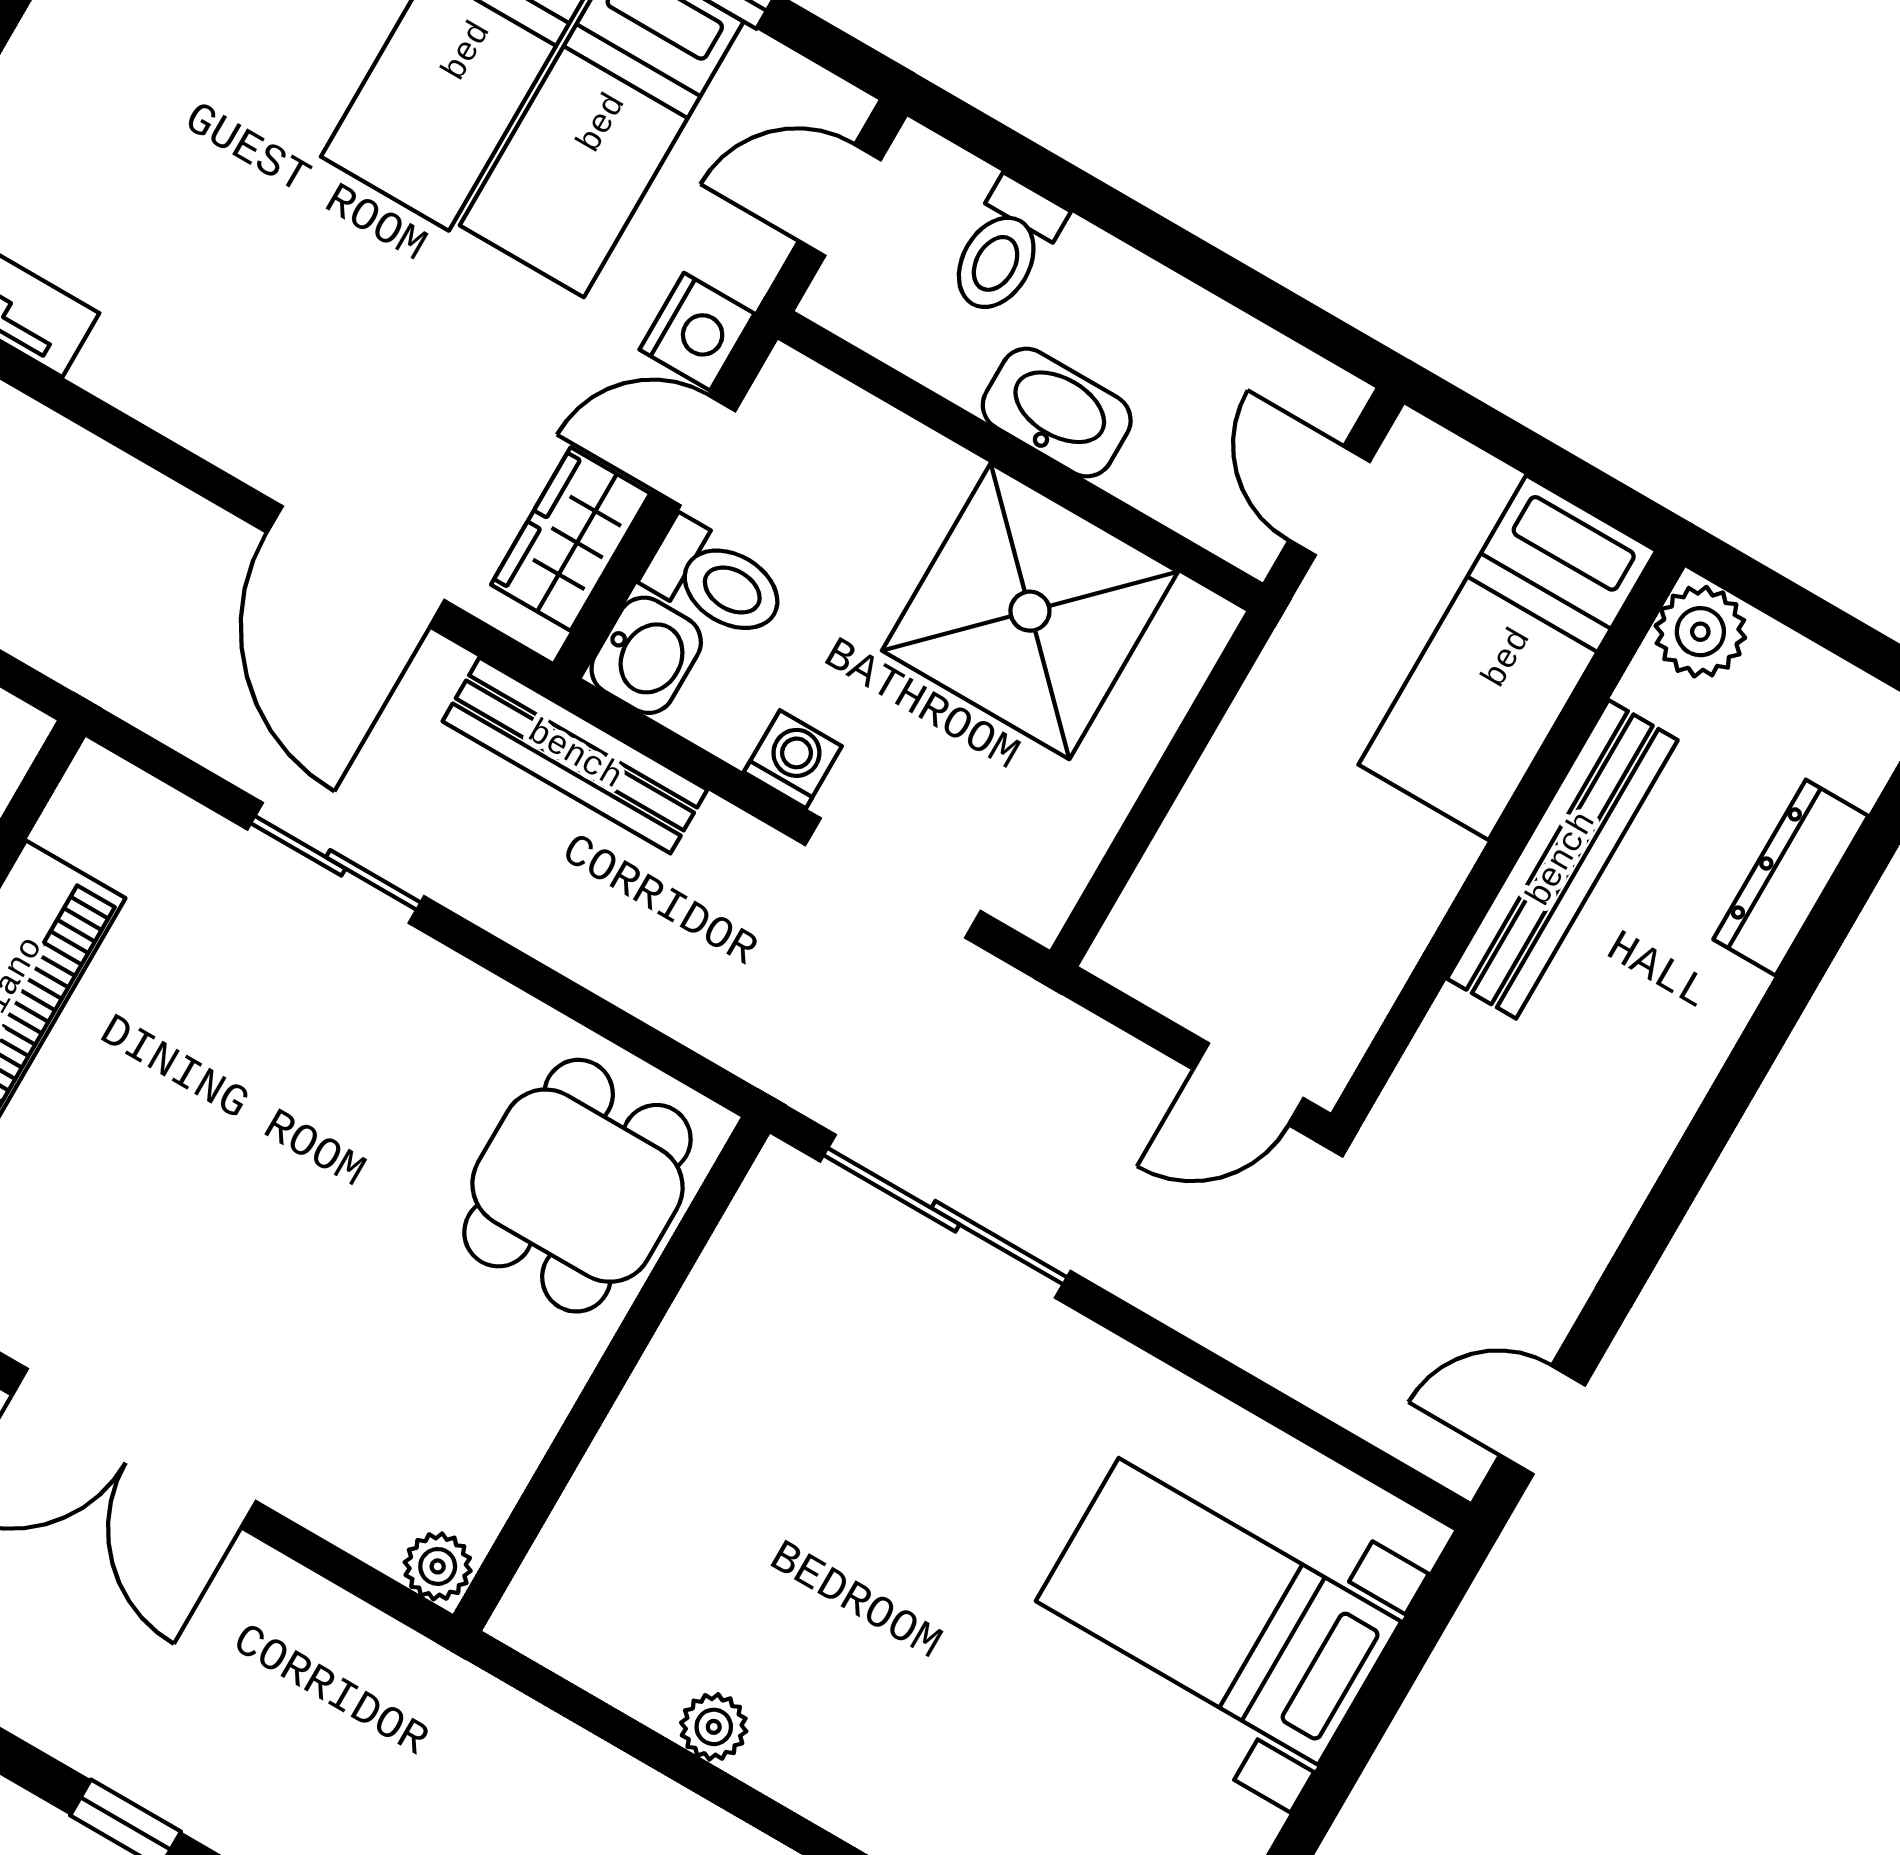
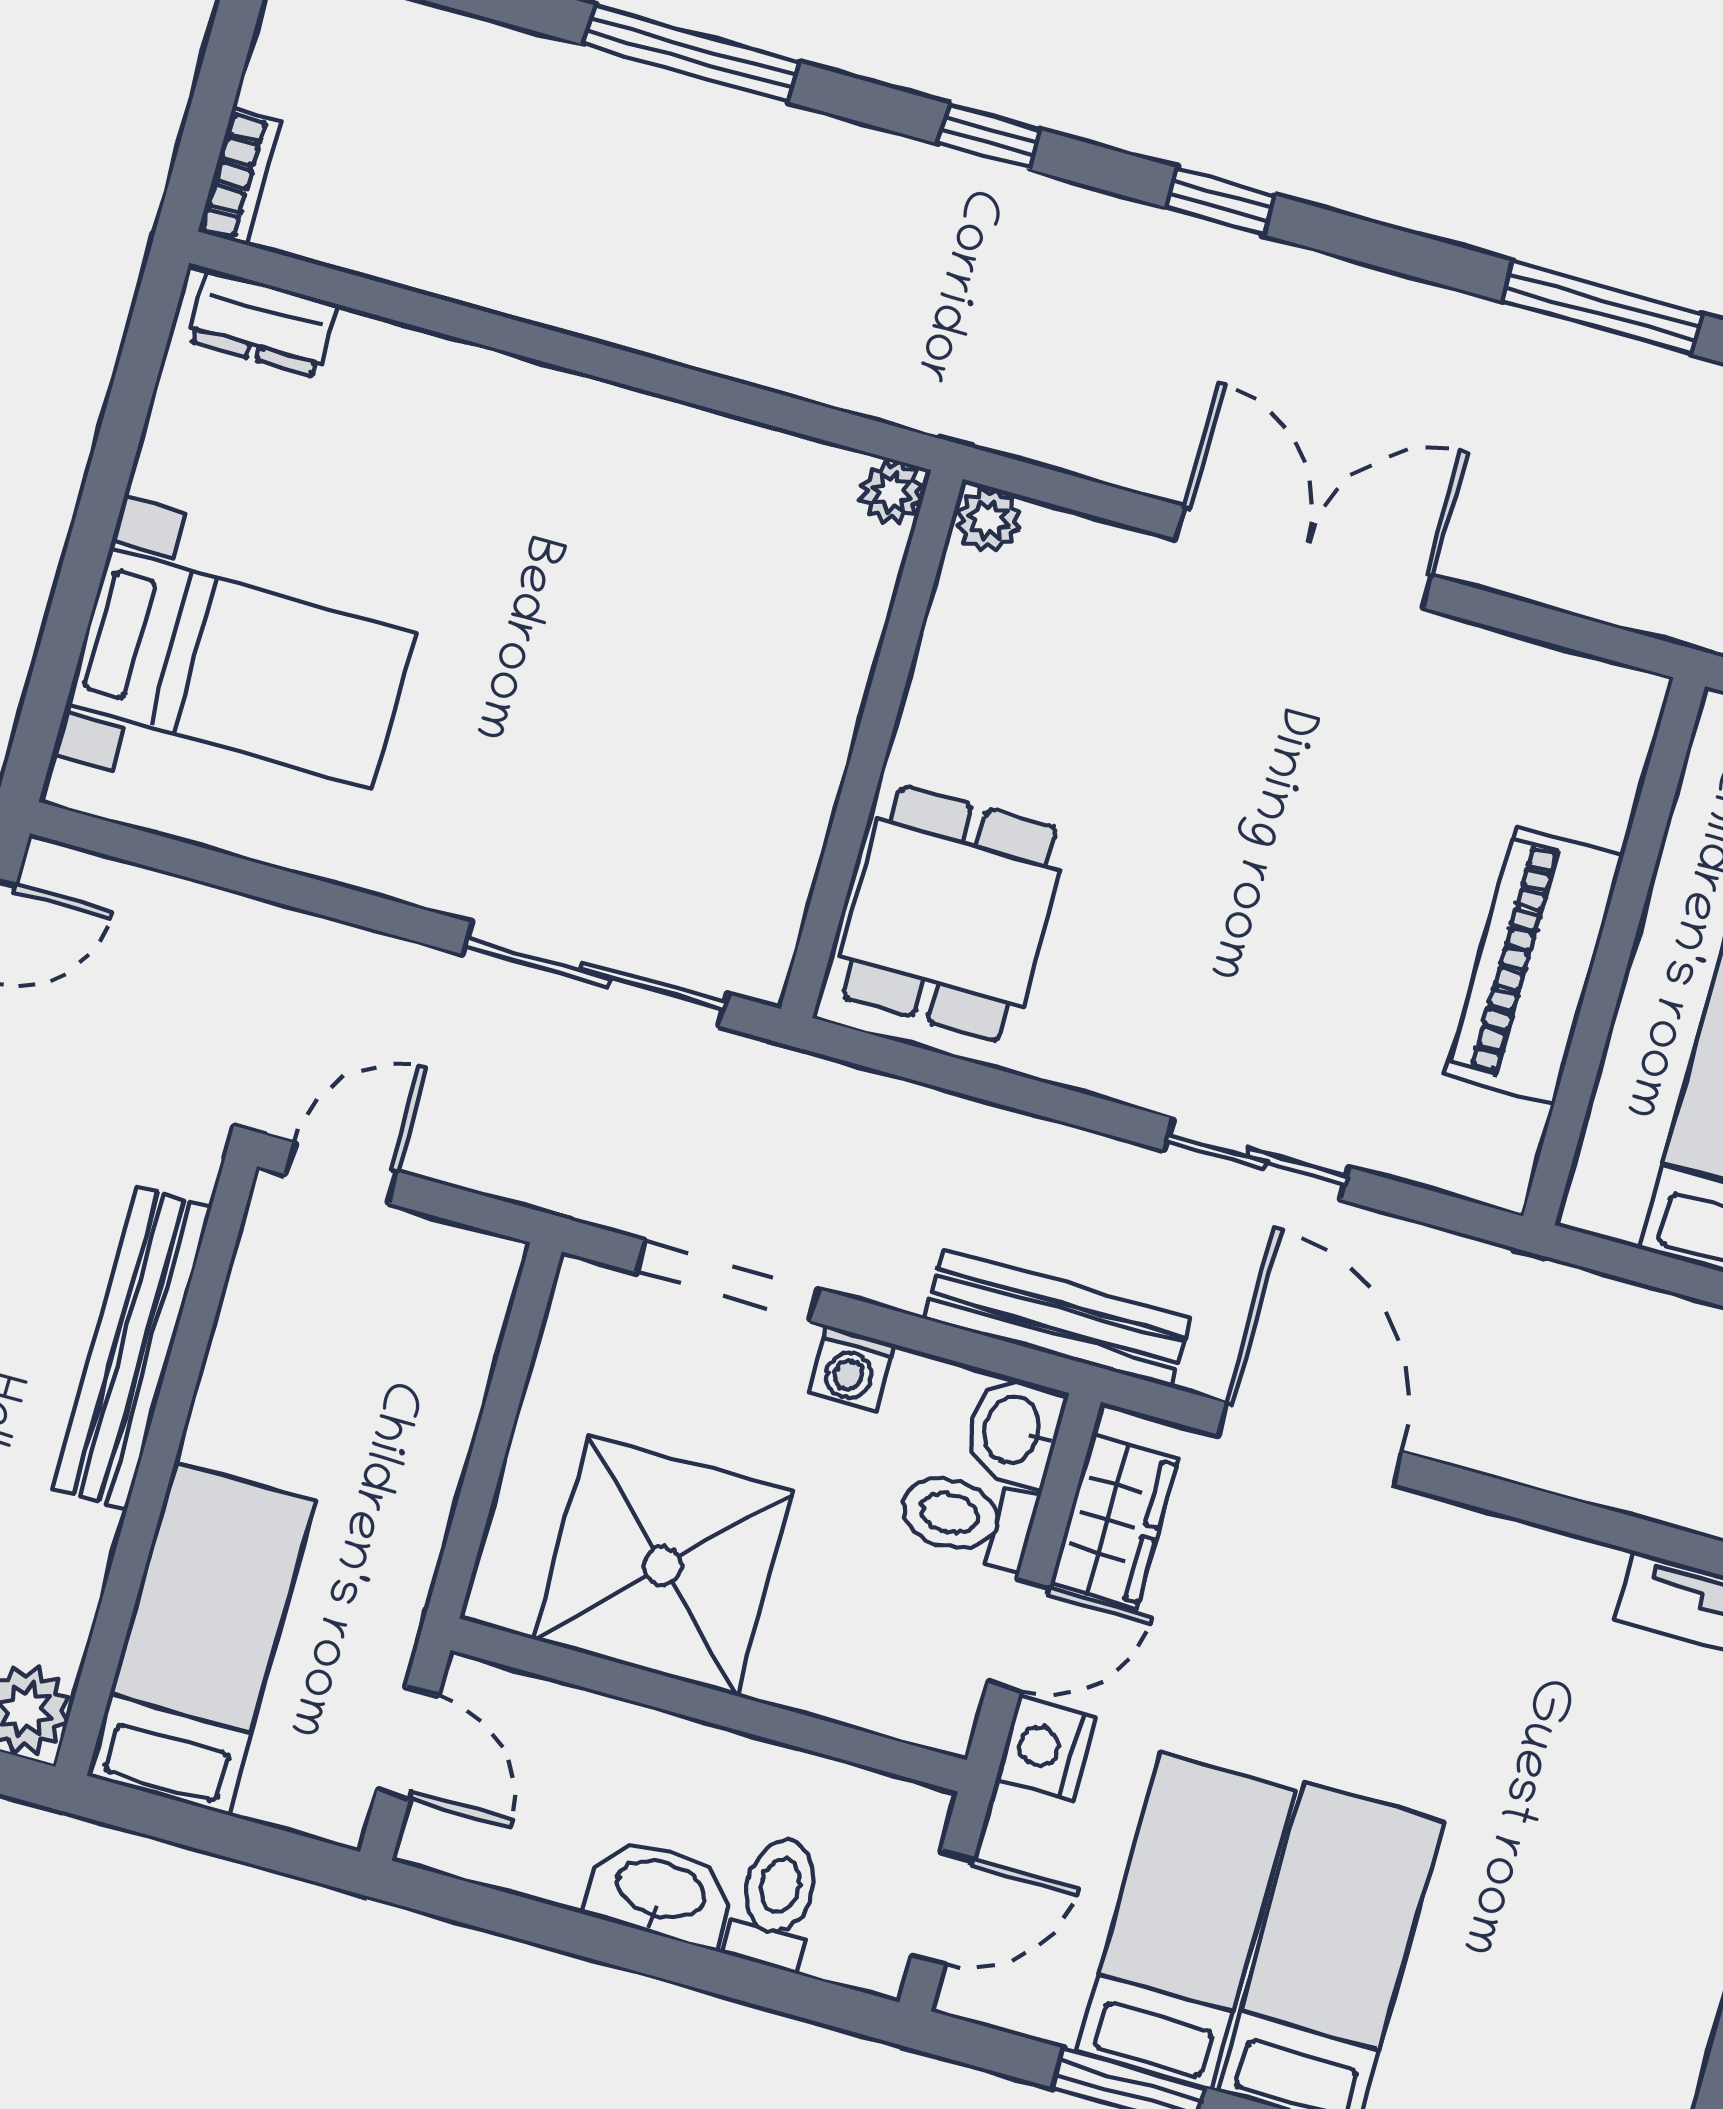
washbasin: (1057, 413) -> (660, 1892), moved, turned 180
bench: (1562, 859) -> (132, 1348), moved
plant: (714, 1727) -> (892, 492), moved

